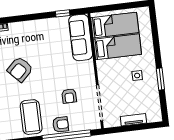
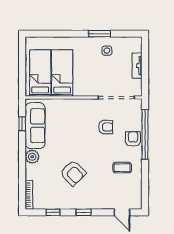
plant: (31, 27) -> (32, 157), added
sofa: (81, 37) -> (35, 126), moved, turned -90
side table: (137, 76) -> (107, 51), moved
coffee table: (31, 117) -> (122, 168), width x0.54, depth x0.58

